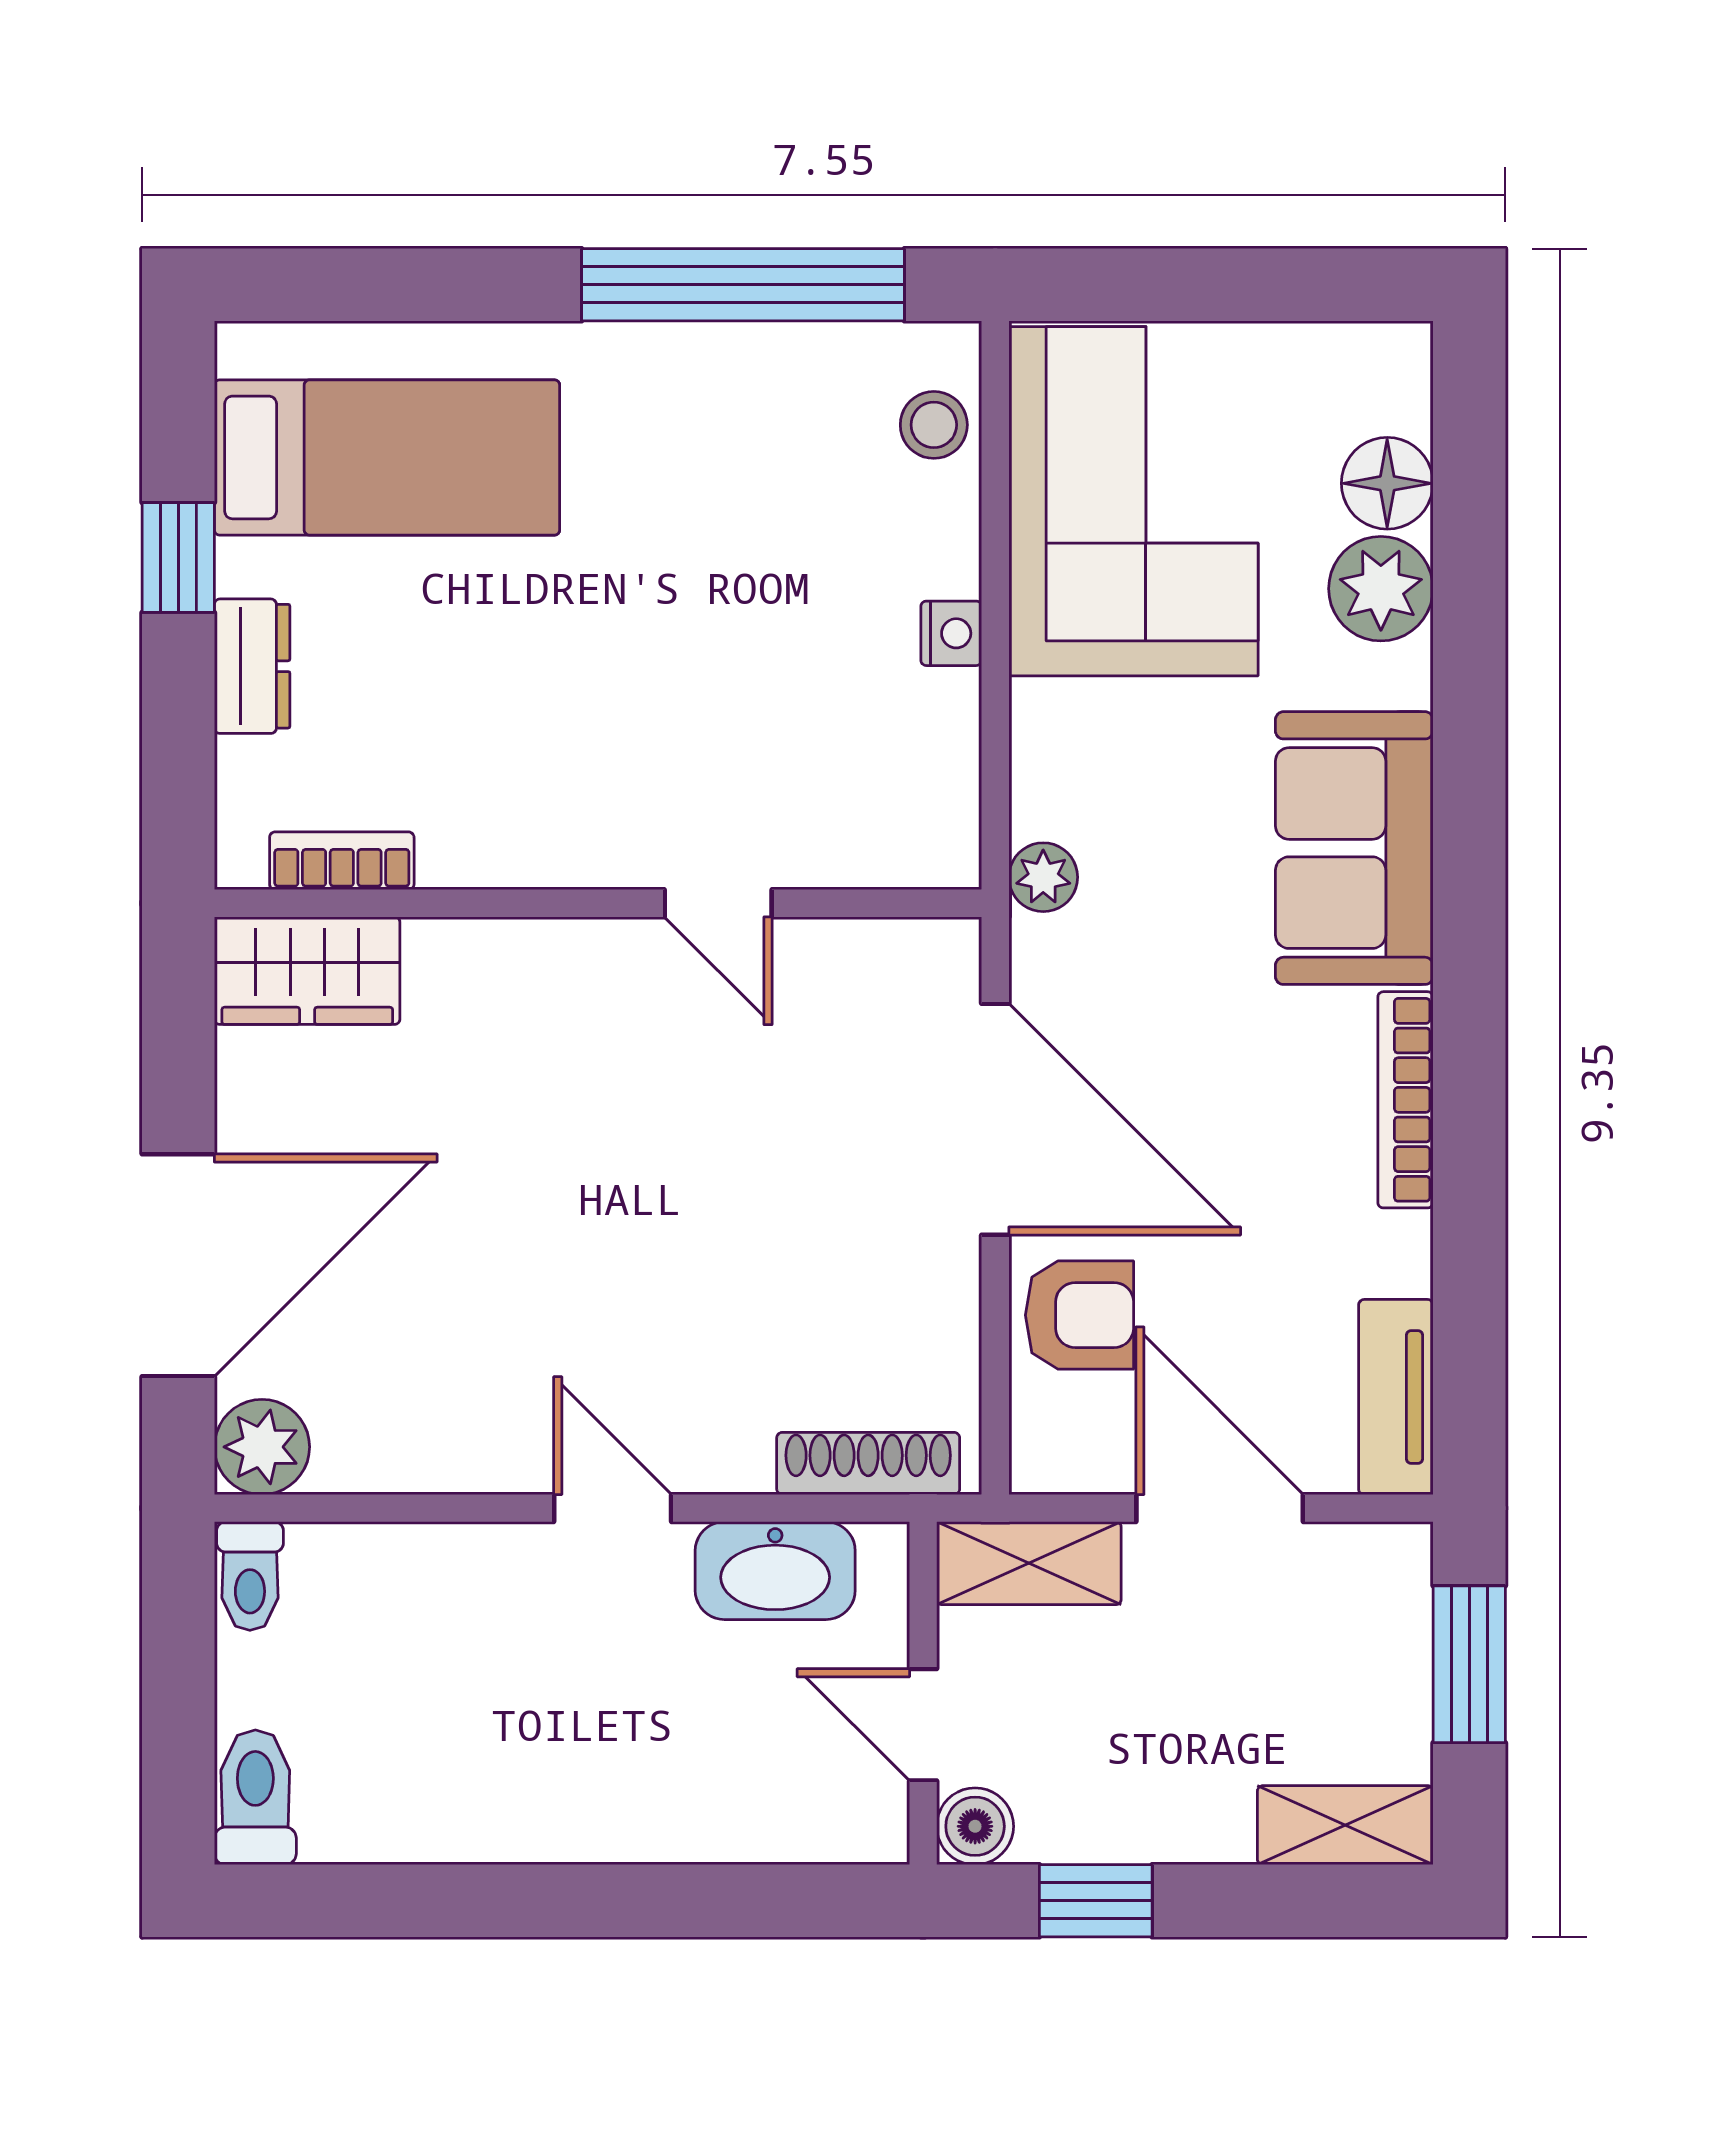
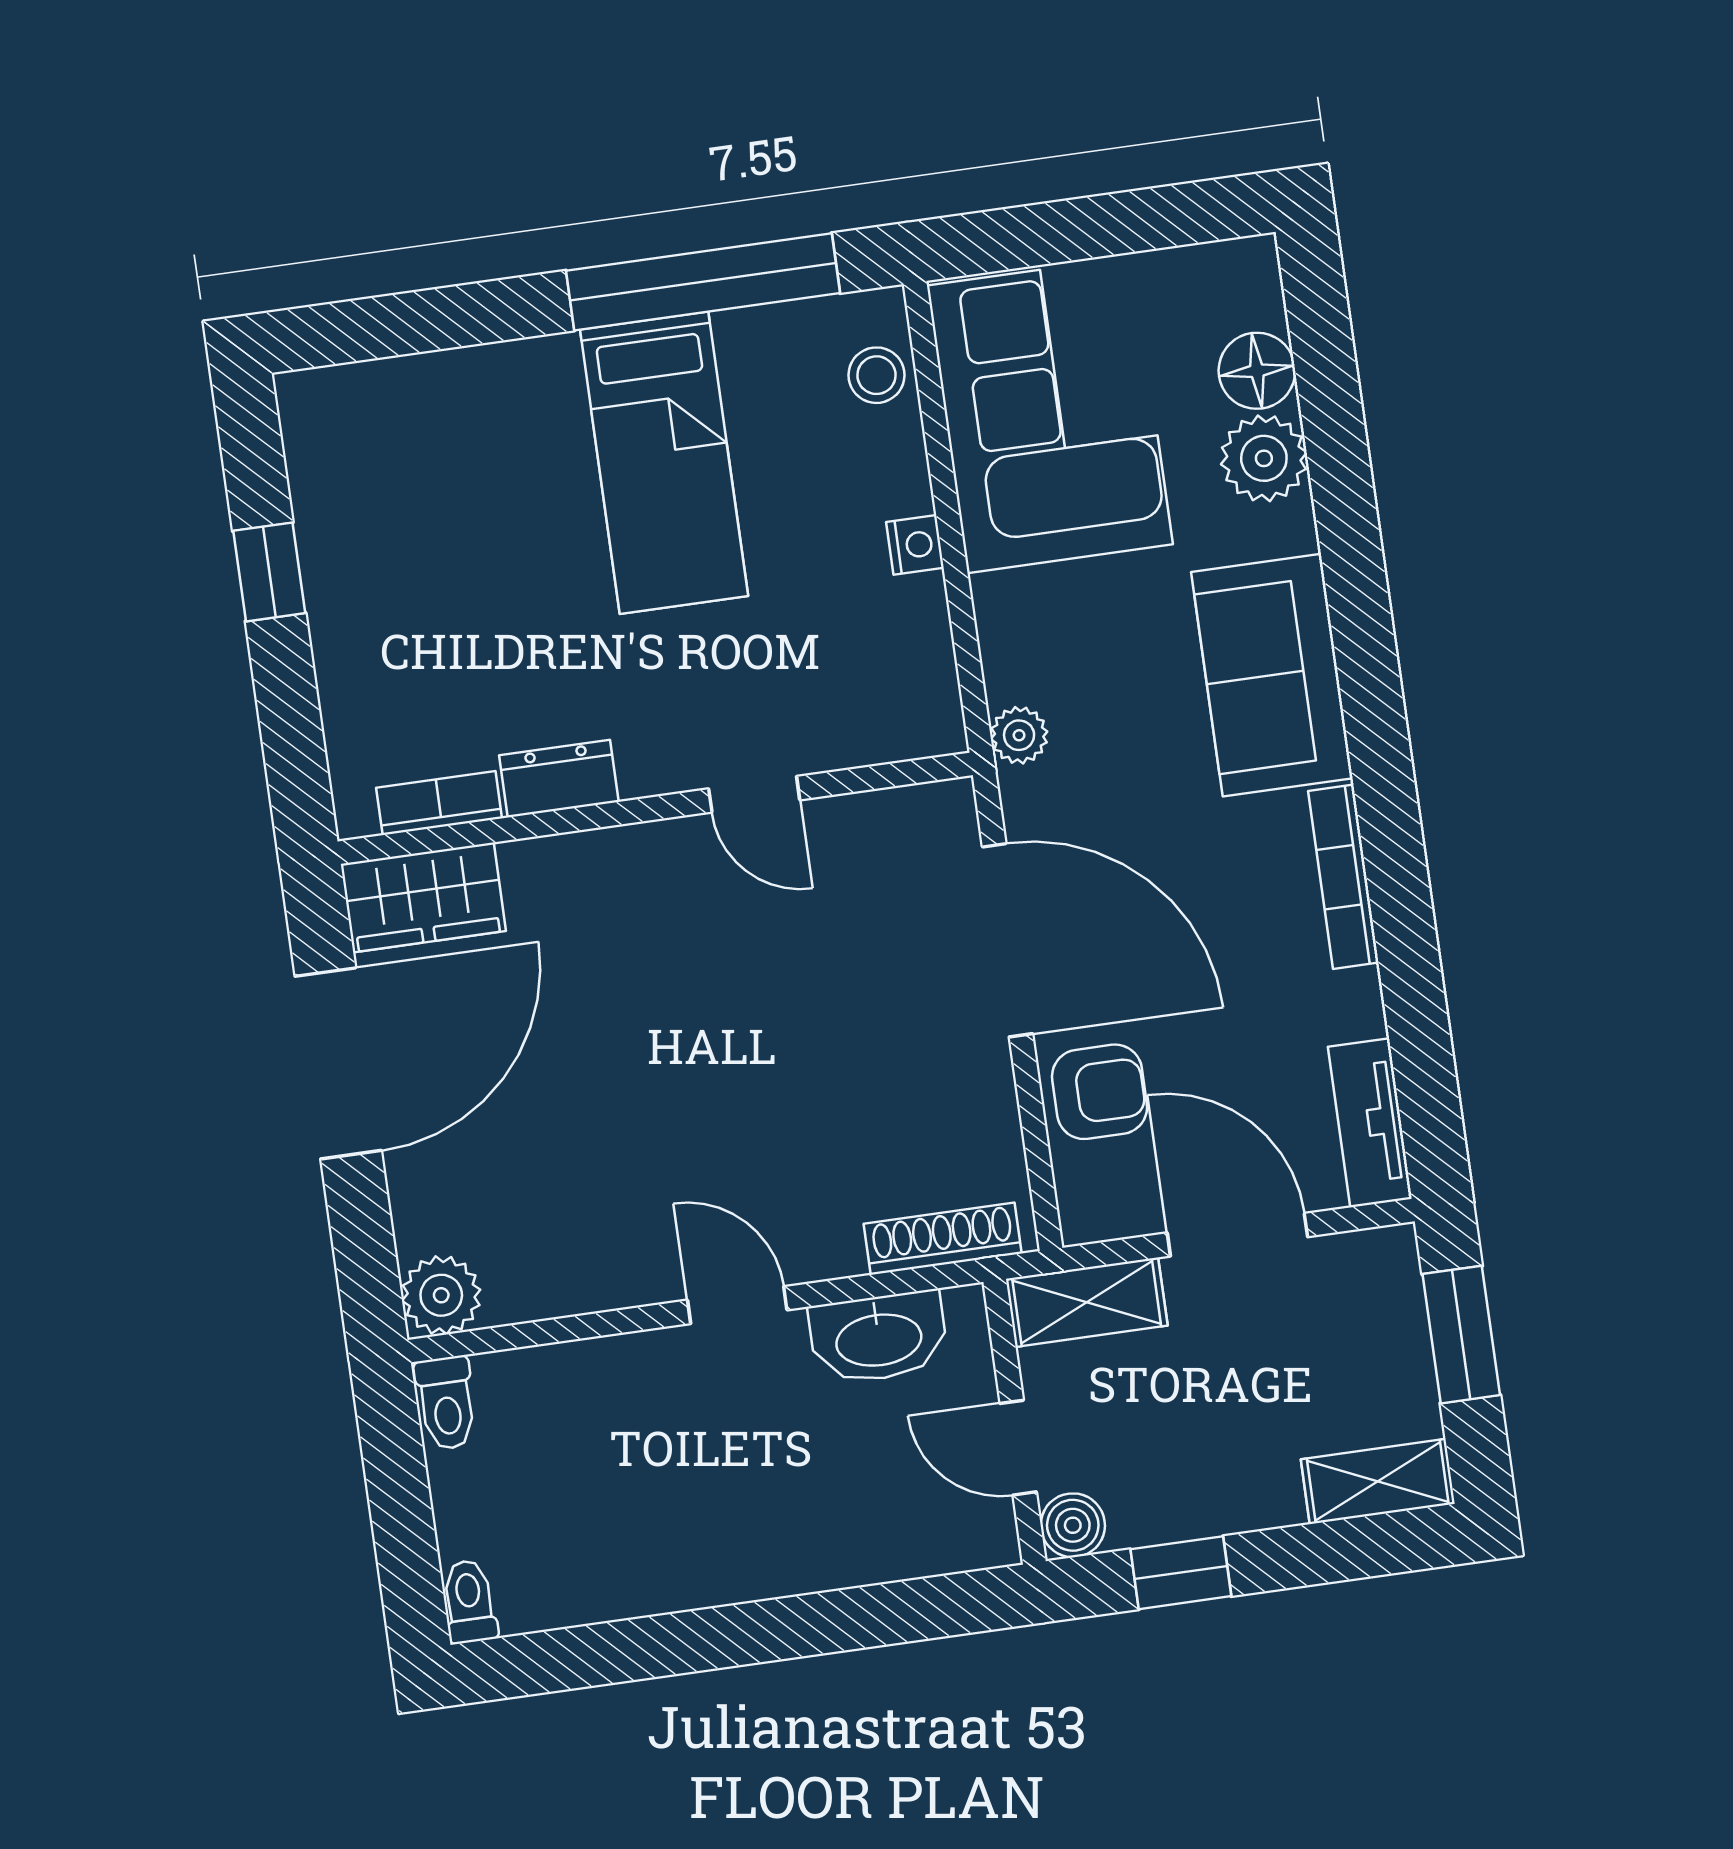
bed: (387, 457) -> (664, 463), moved, turned 90
dresser: (252, 666) -> (559, 779), moved, turned -90
door: (178, 1265) -> (338, 1063), moved
toilet: (255, 1797) -> (469, 1602), width x0.73, depth x0.72

